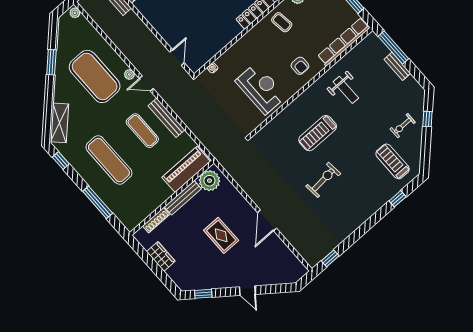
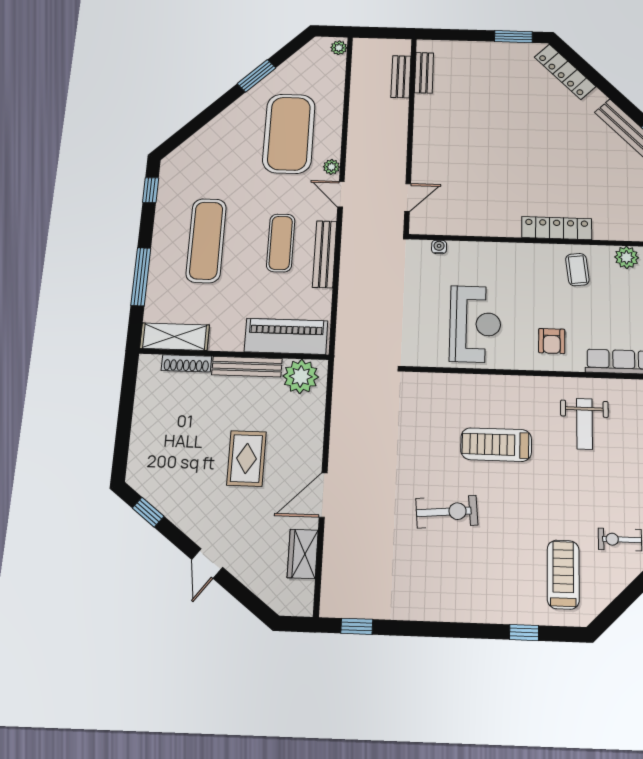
shelving: (60, 123) -> (175, 337), moved, turned 45
wardrobe: (161, 256) -> (303, 554), moved, turned 180

